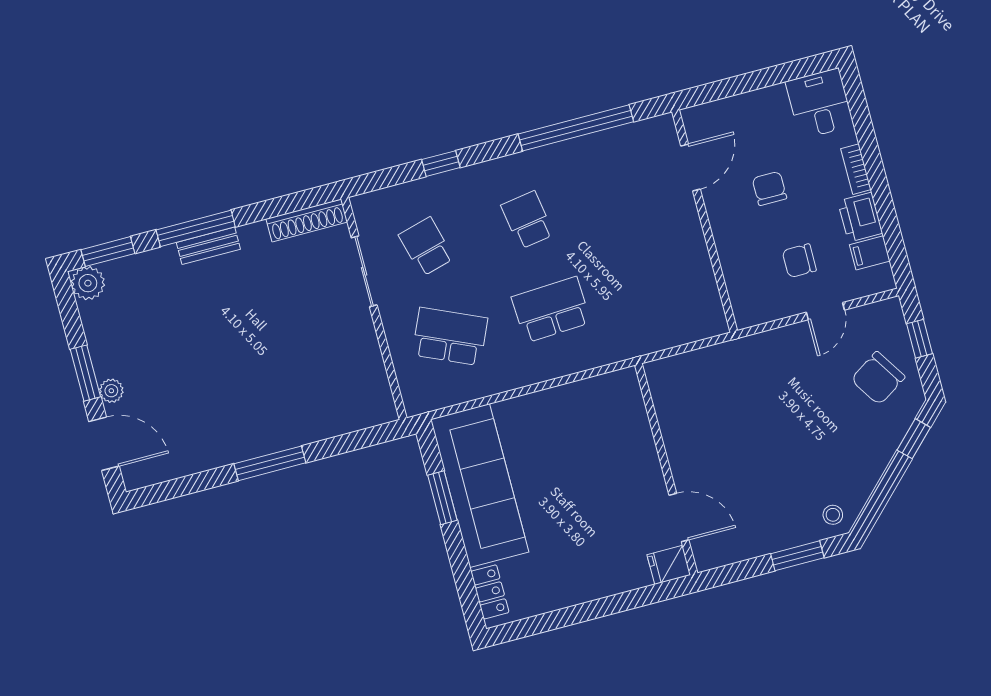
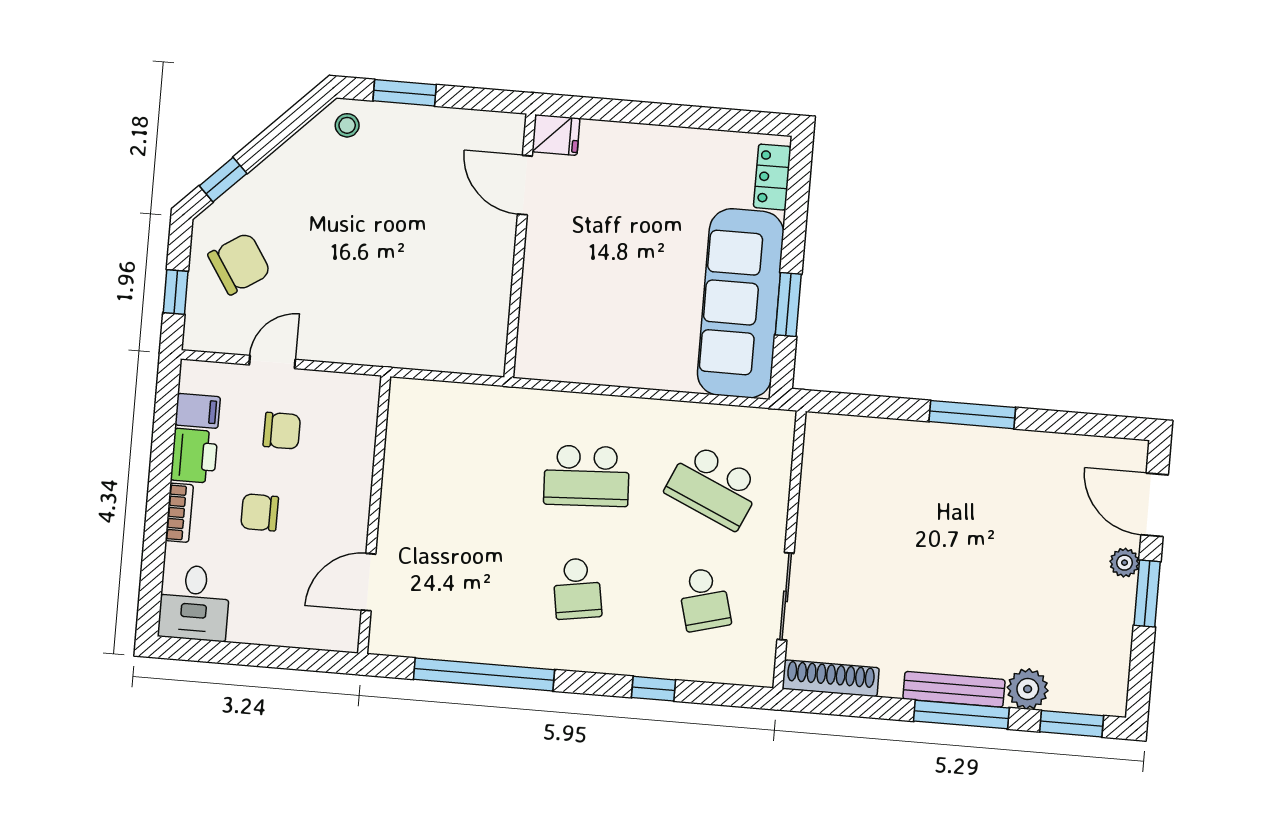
chair: (769, 188) -> (260, 512), moved, turned 90
bench: (208, 246) -> (954, 689), width x1.36
plant: (88, 283) -> (1028, 689), moved

